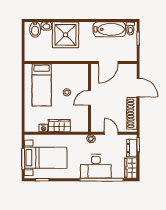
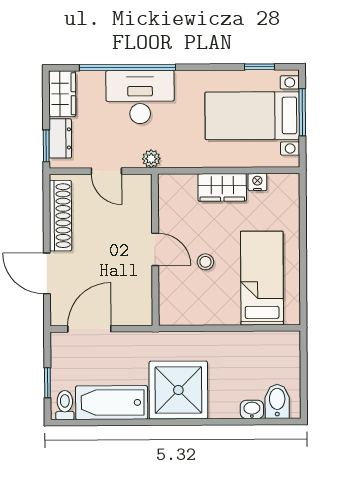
shower: (65, 35) -> (178, 390), moved
door: (108, 62) -> (89, 329), moved
door: (89, 98) -> (155, 249), hinge flipped

